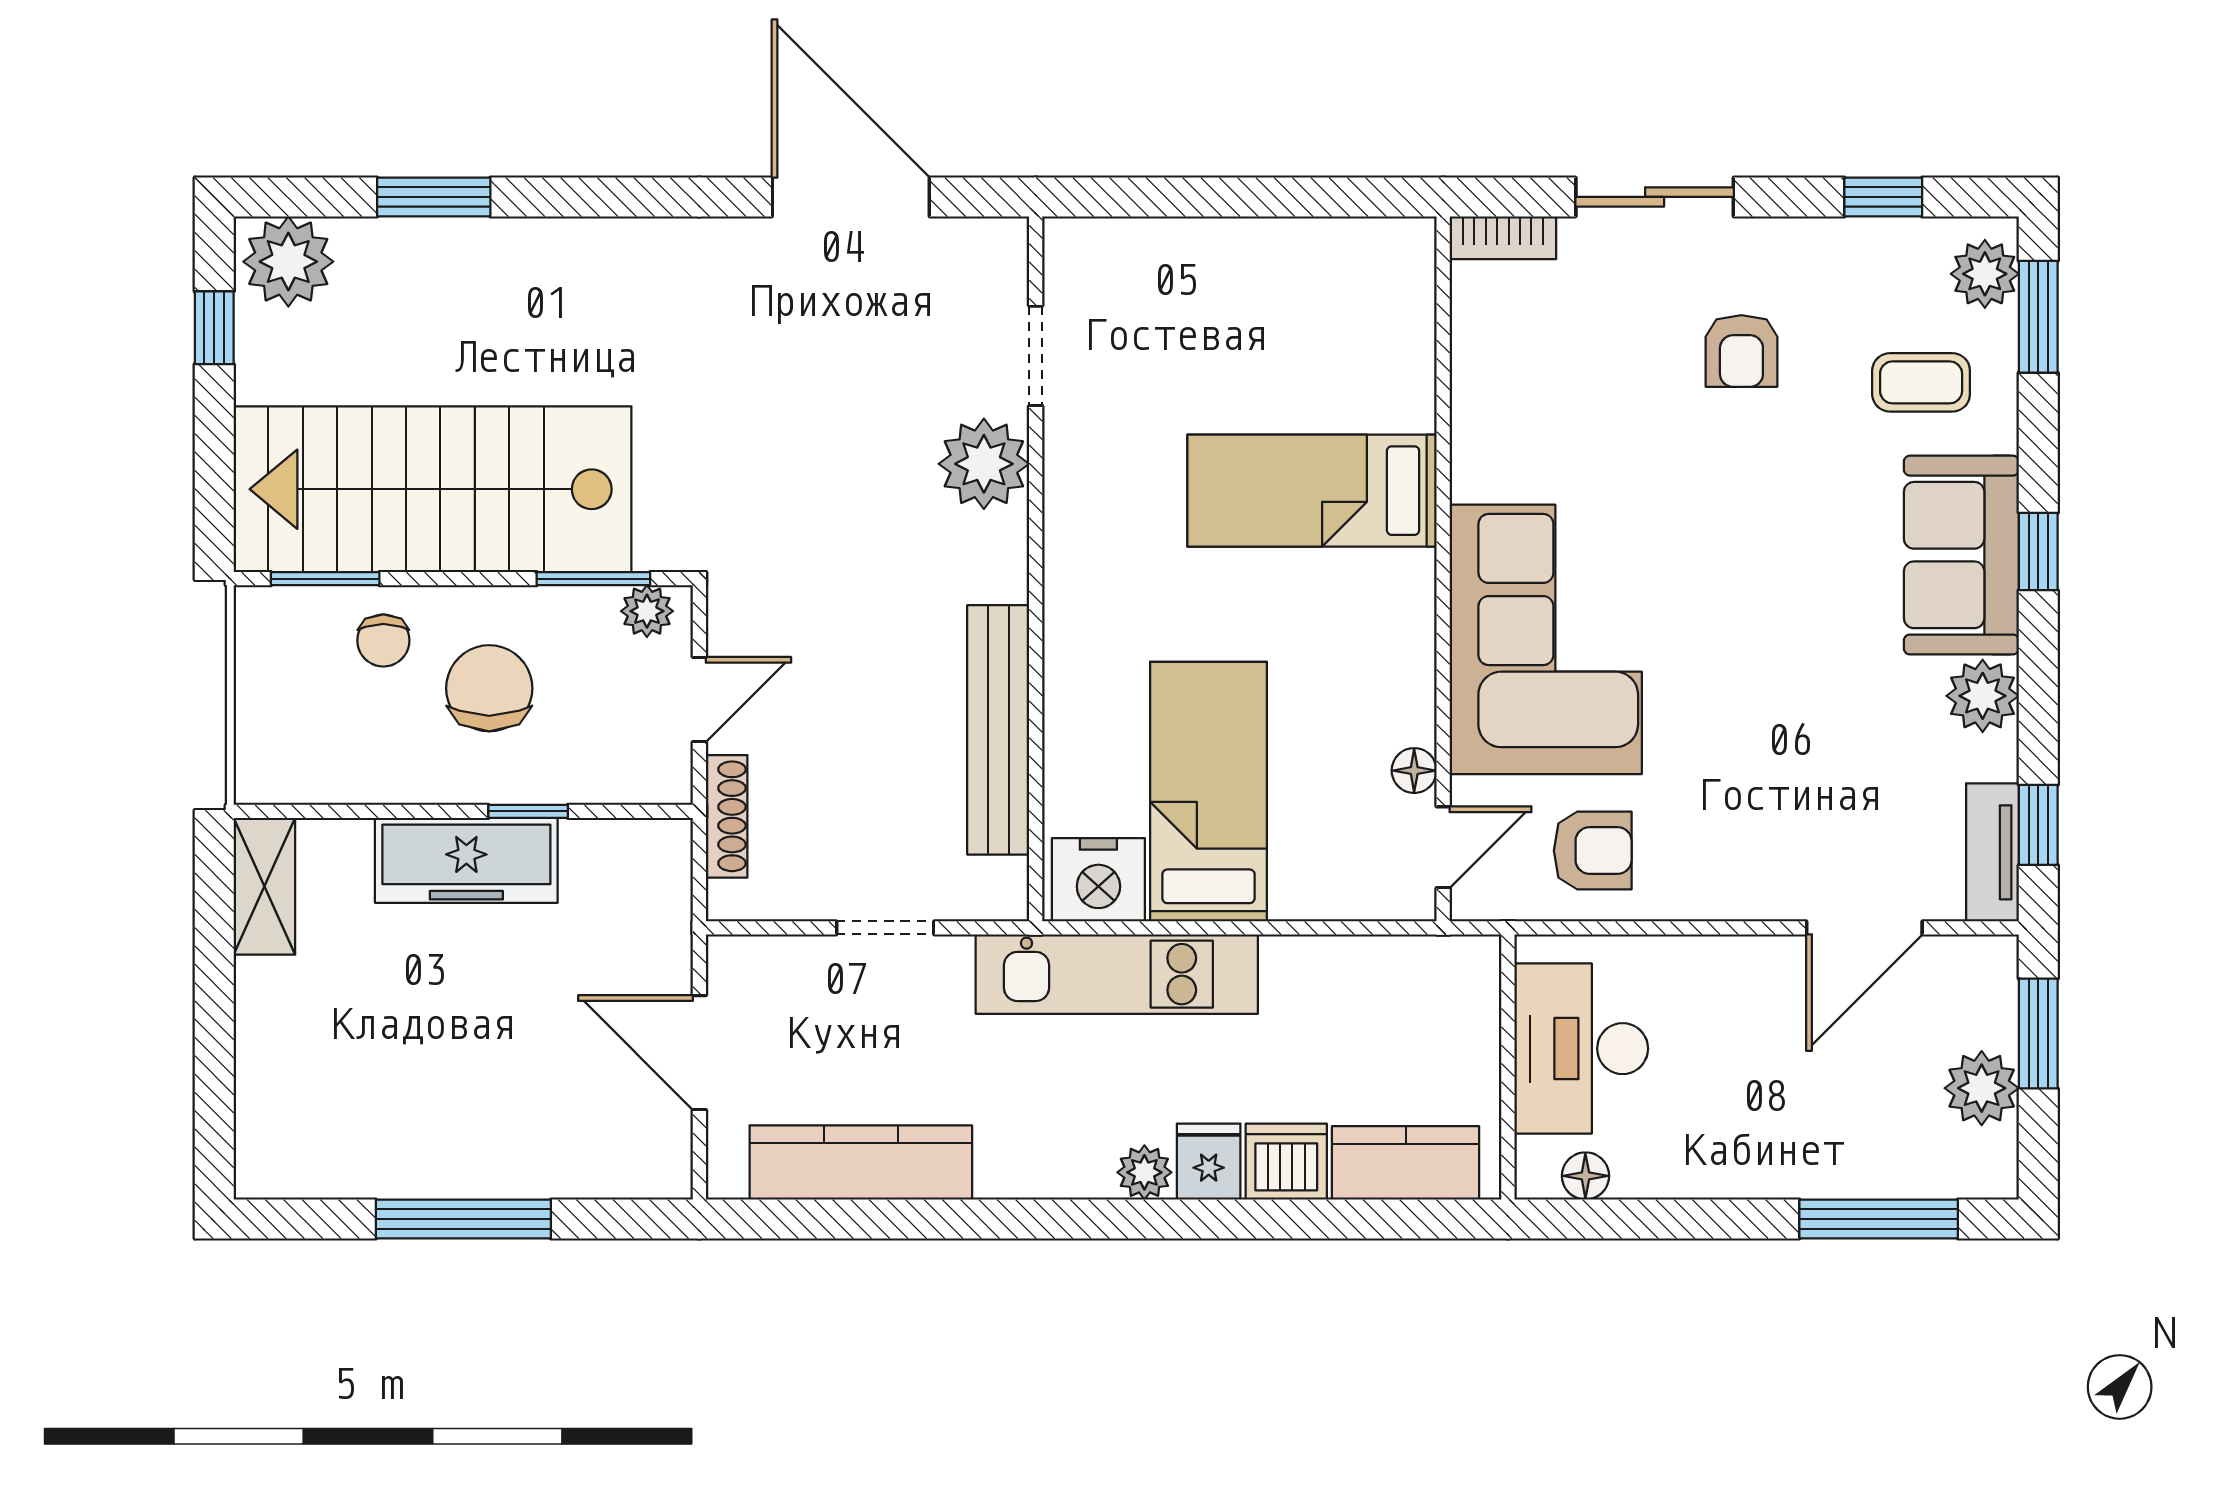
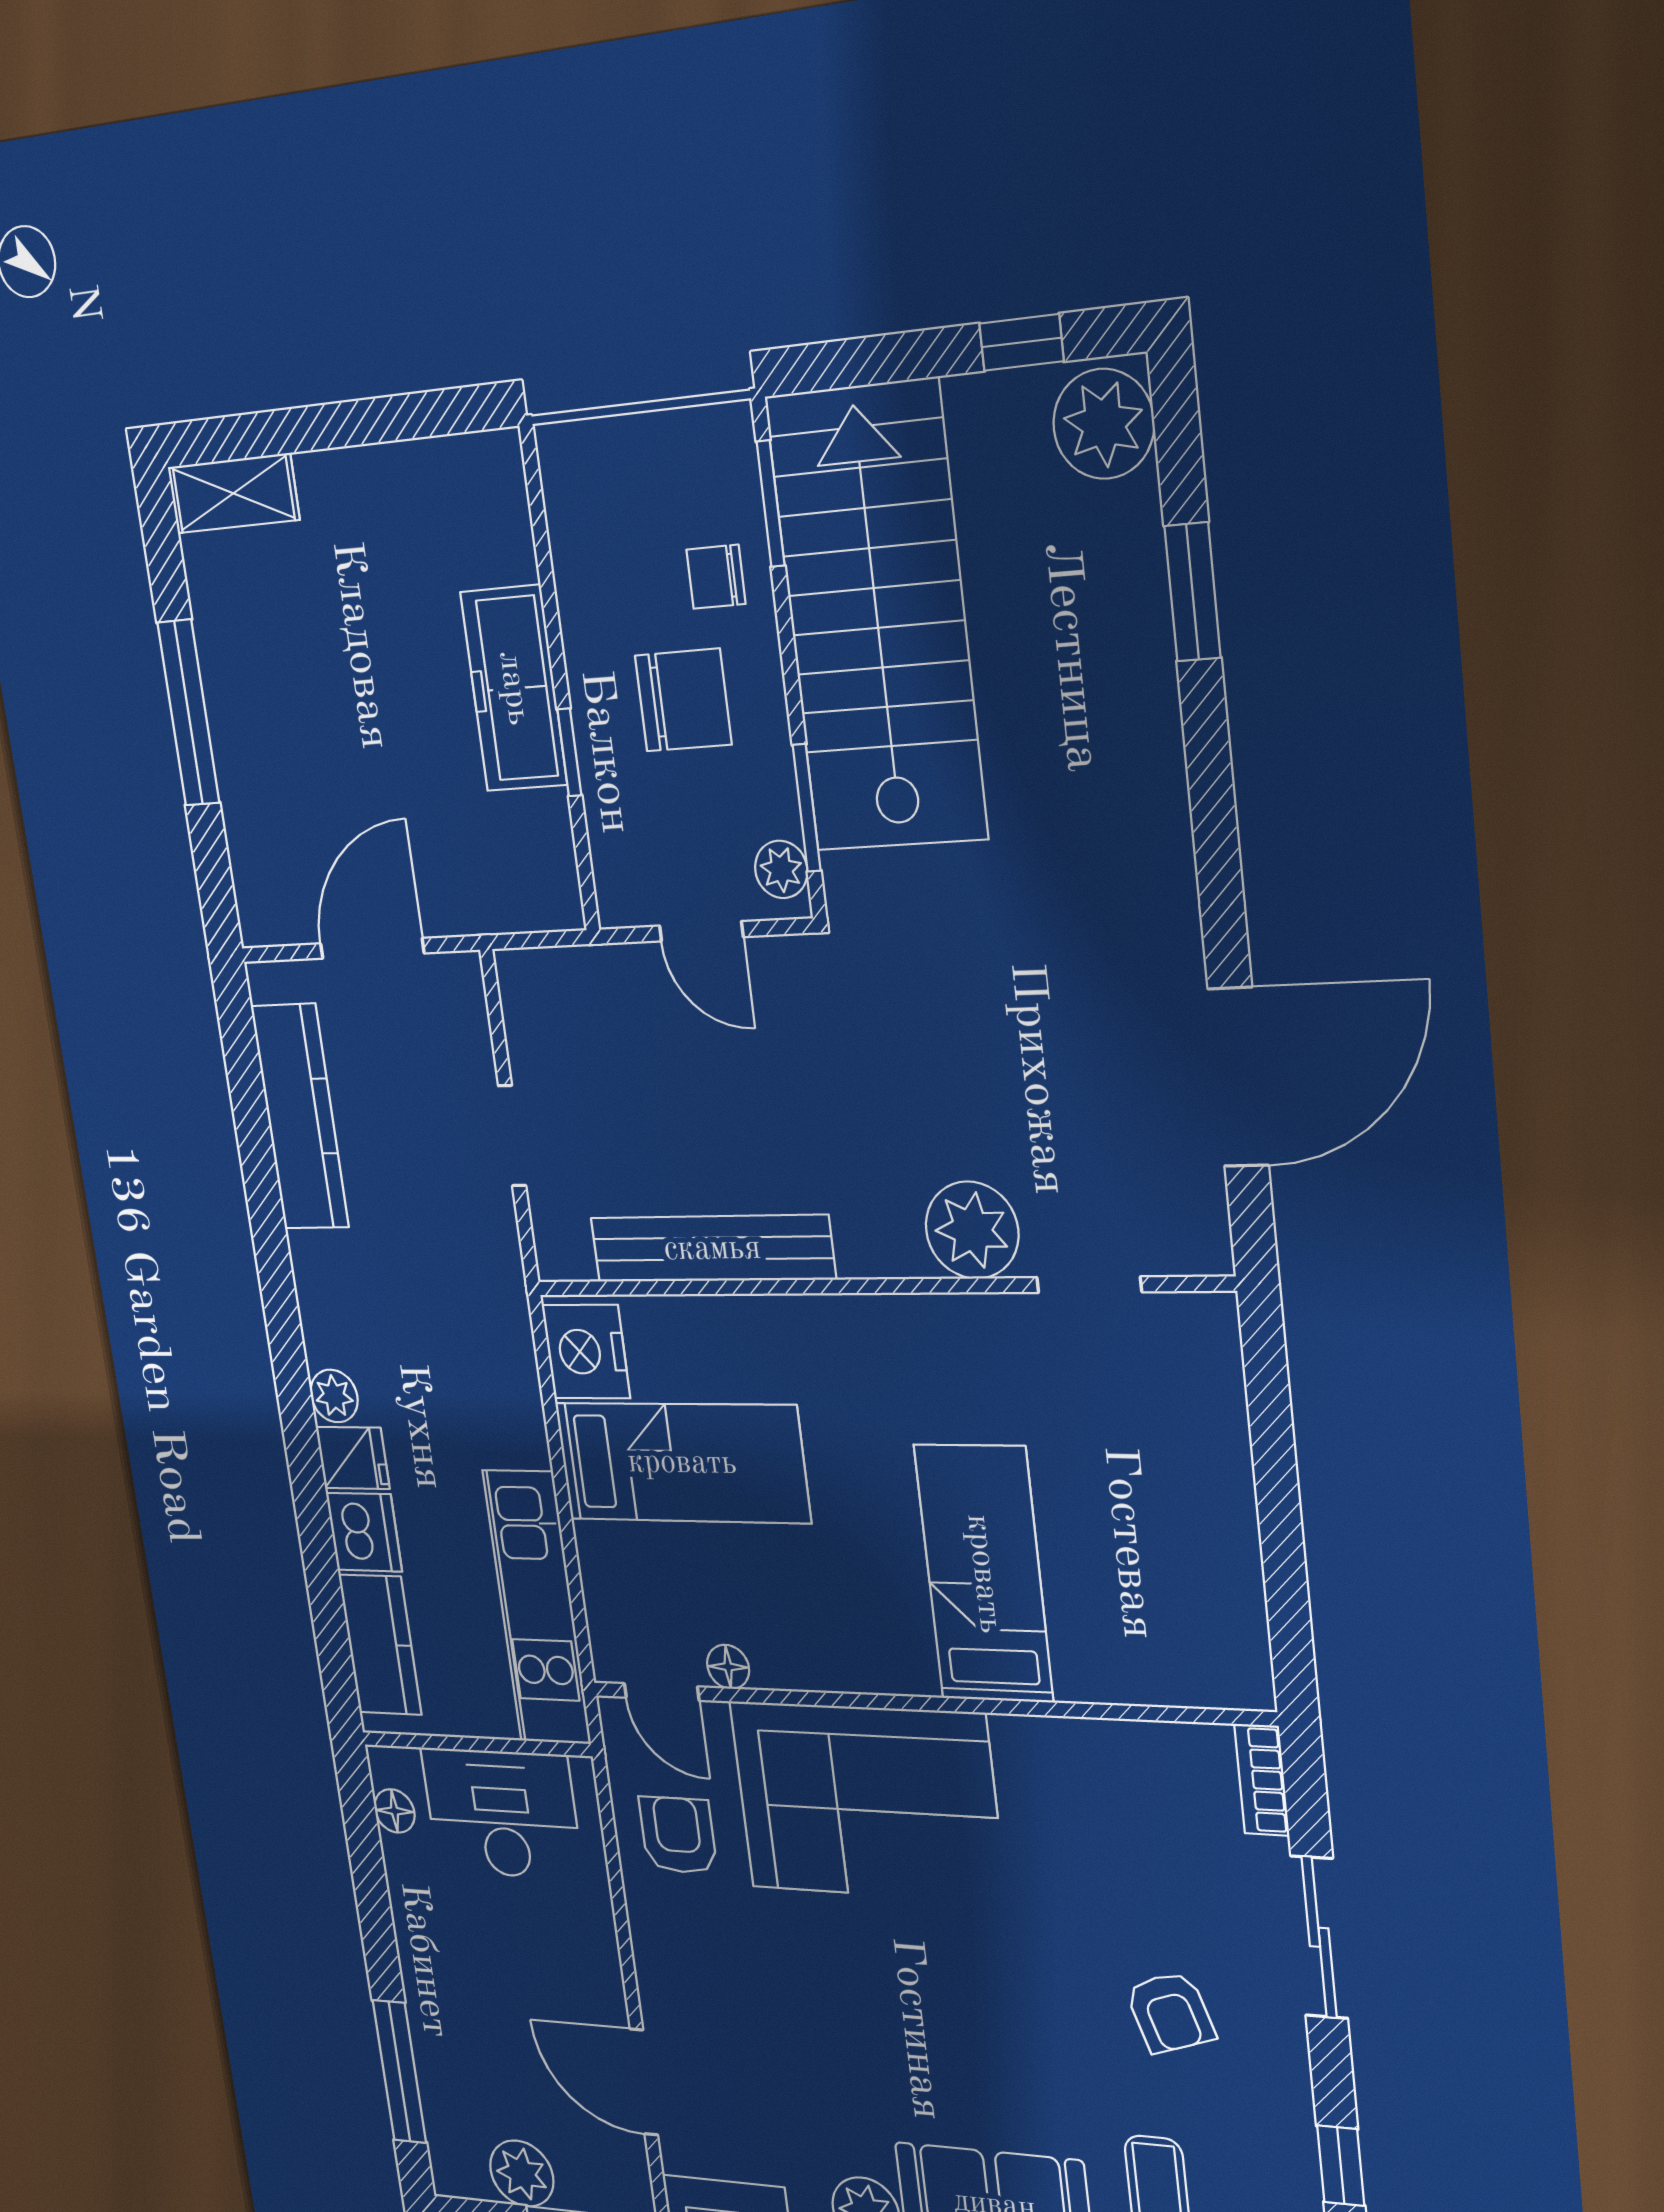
armchair: (1741, 351) -> (1170, 2012), turned -108
shoe rack: (727, 816) -> (593, 966), removed
armchair: (1593, 851) -> (678, 1835), turned 180
shelving: (264, 886) -> (233, 493), moved
kitchen unit: (1117, 974) -> (537, 1608), moved

